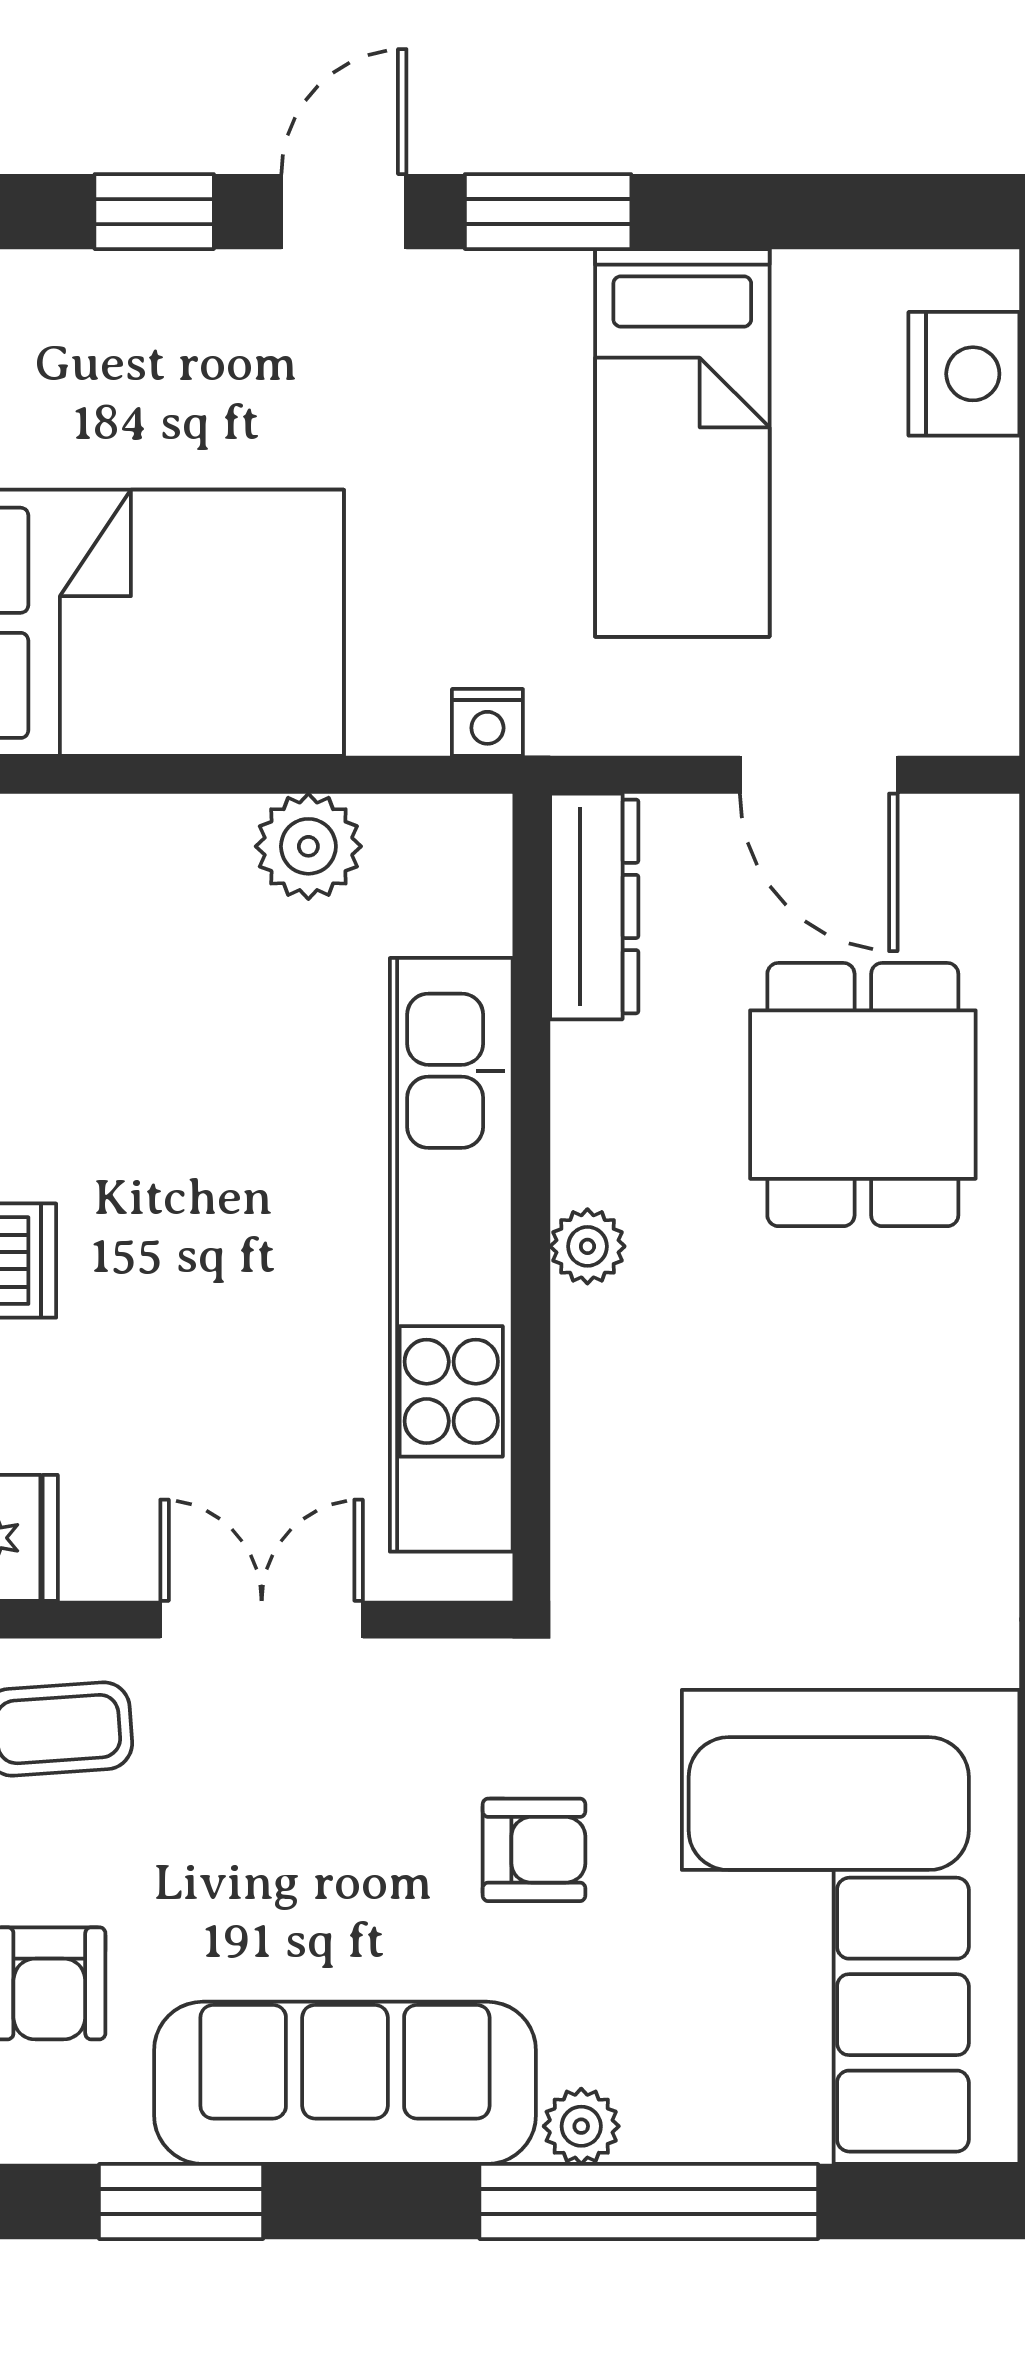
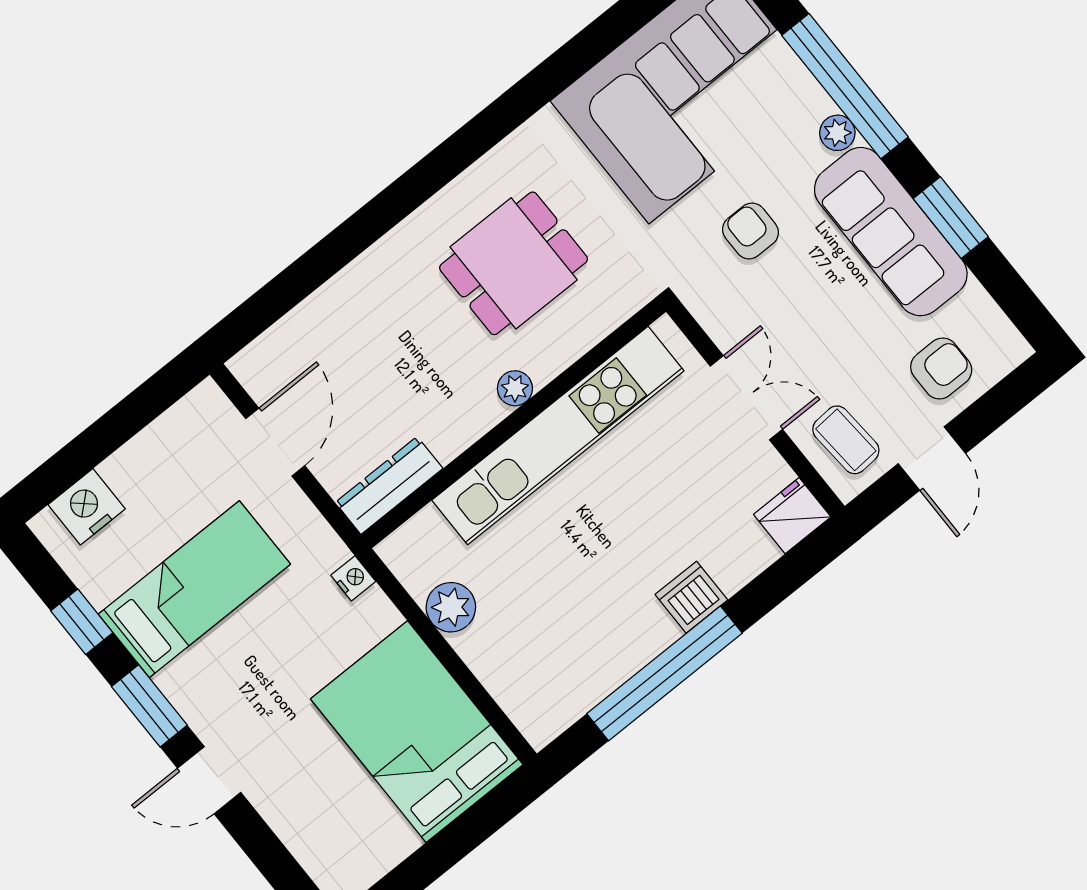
window: (154, 212) -> (82, 622), moved
dining table: (863, 1095) -> (514, 263), moved
double door: (262, 1620) -> (746, 398), swing flipped
window: (181, 2202) -> (951, 218), moved

